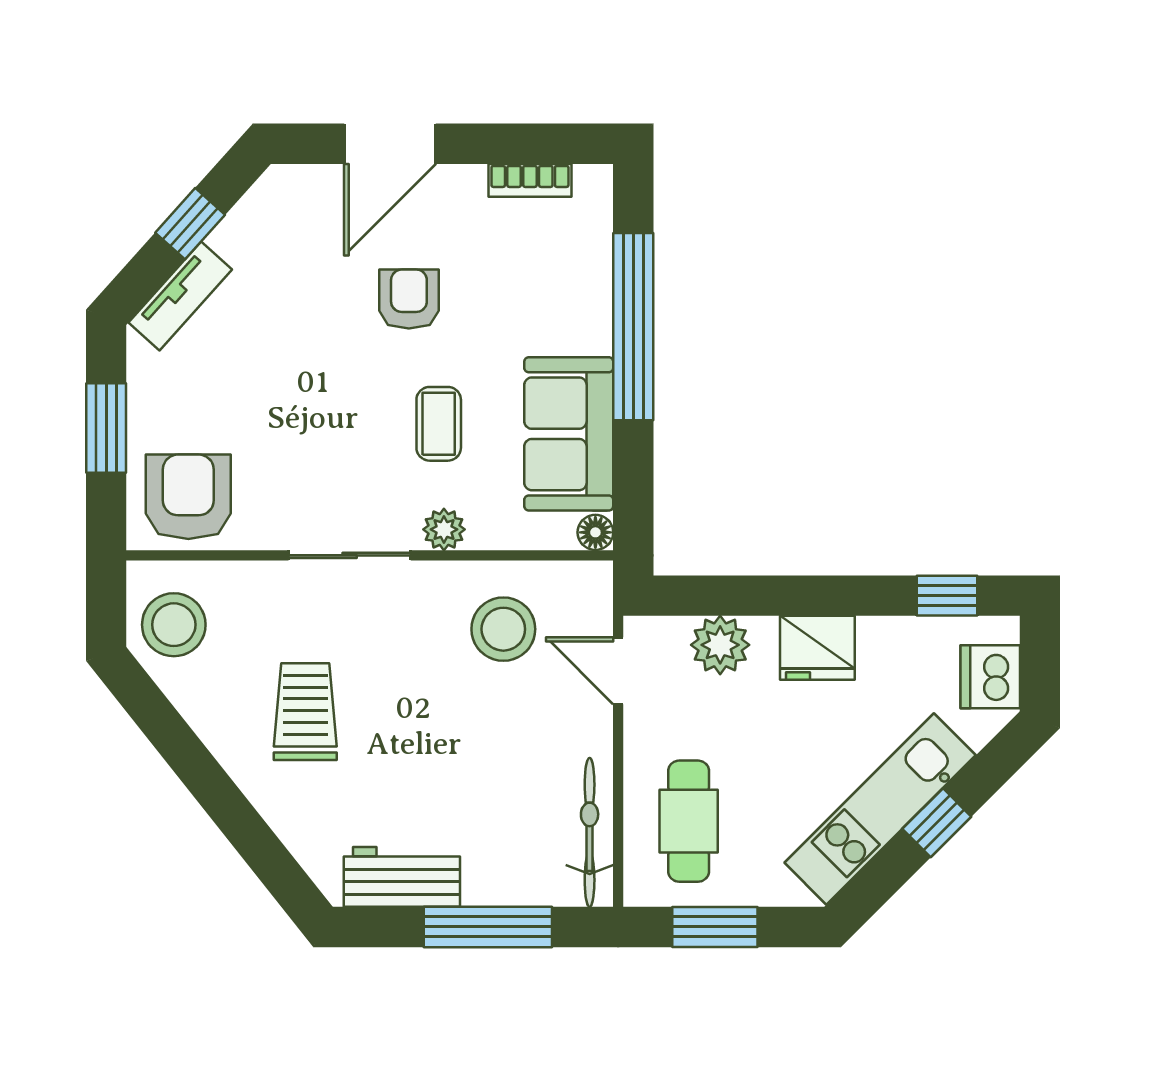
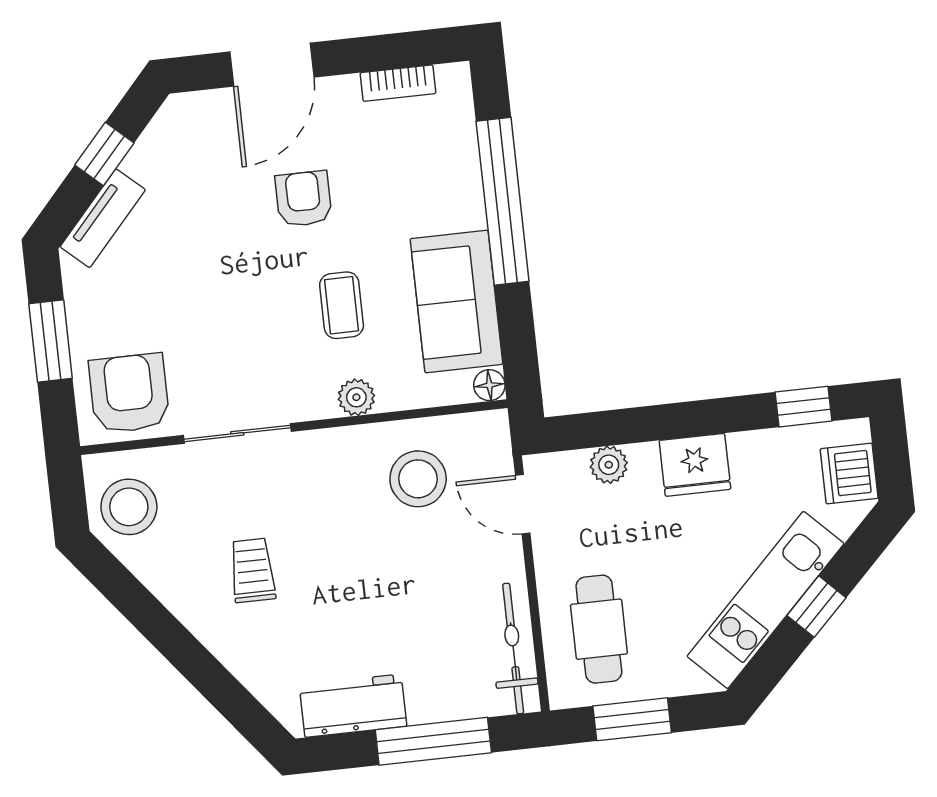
sliding door: (350, 555) -> (237, 433), moved
plant: (720, 645) -> (609, 465), width x0.73, depth x0.73
trolley: (305, 712) -> (252, 570), width x0.73, depth x0.72

